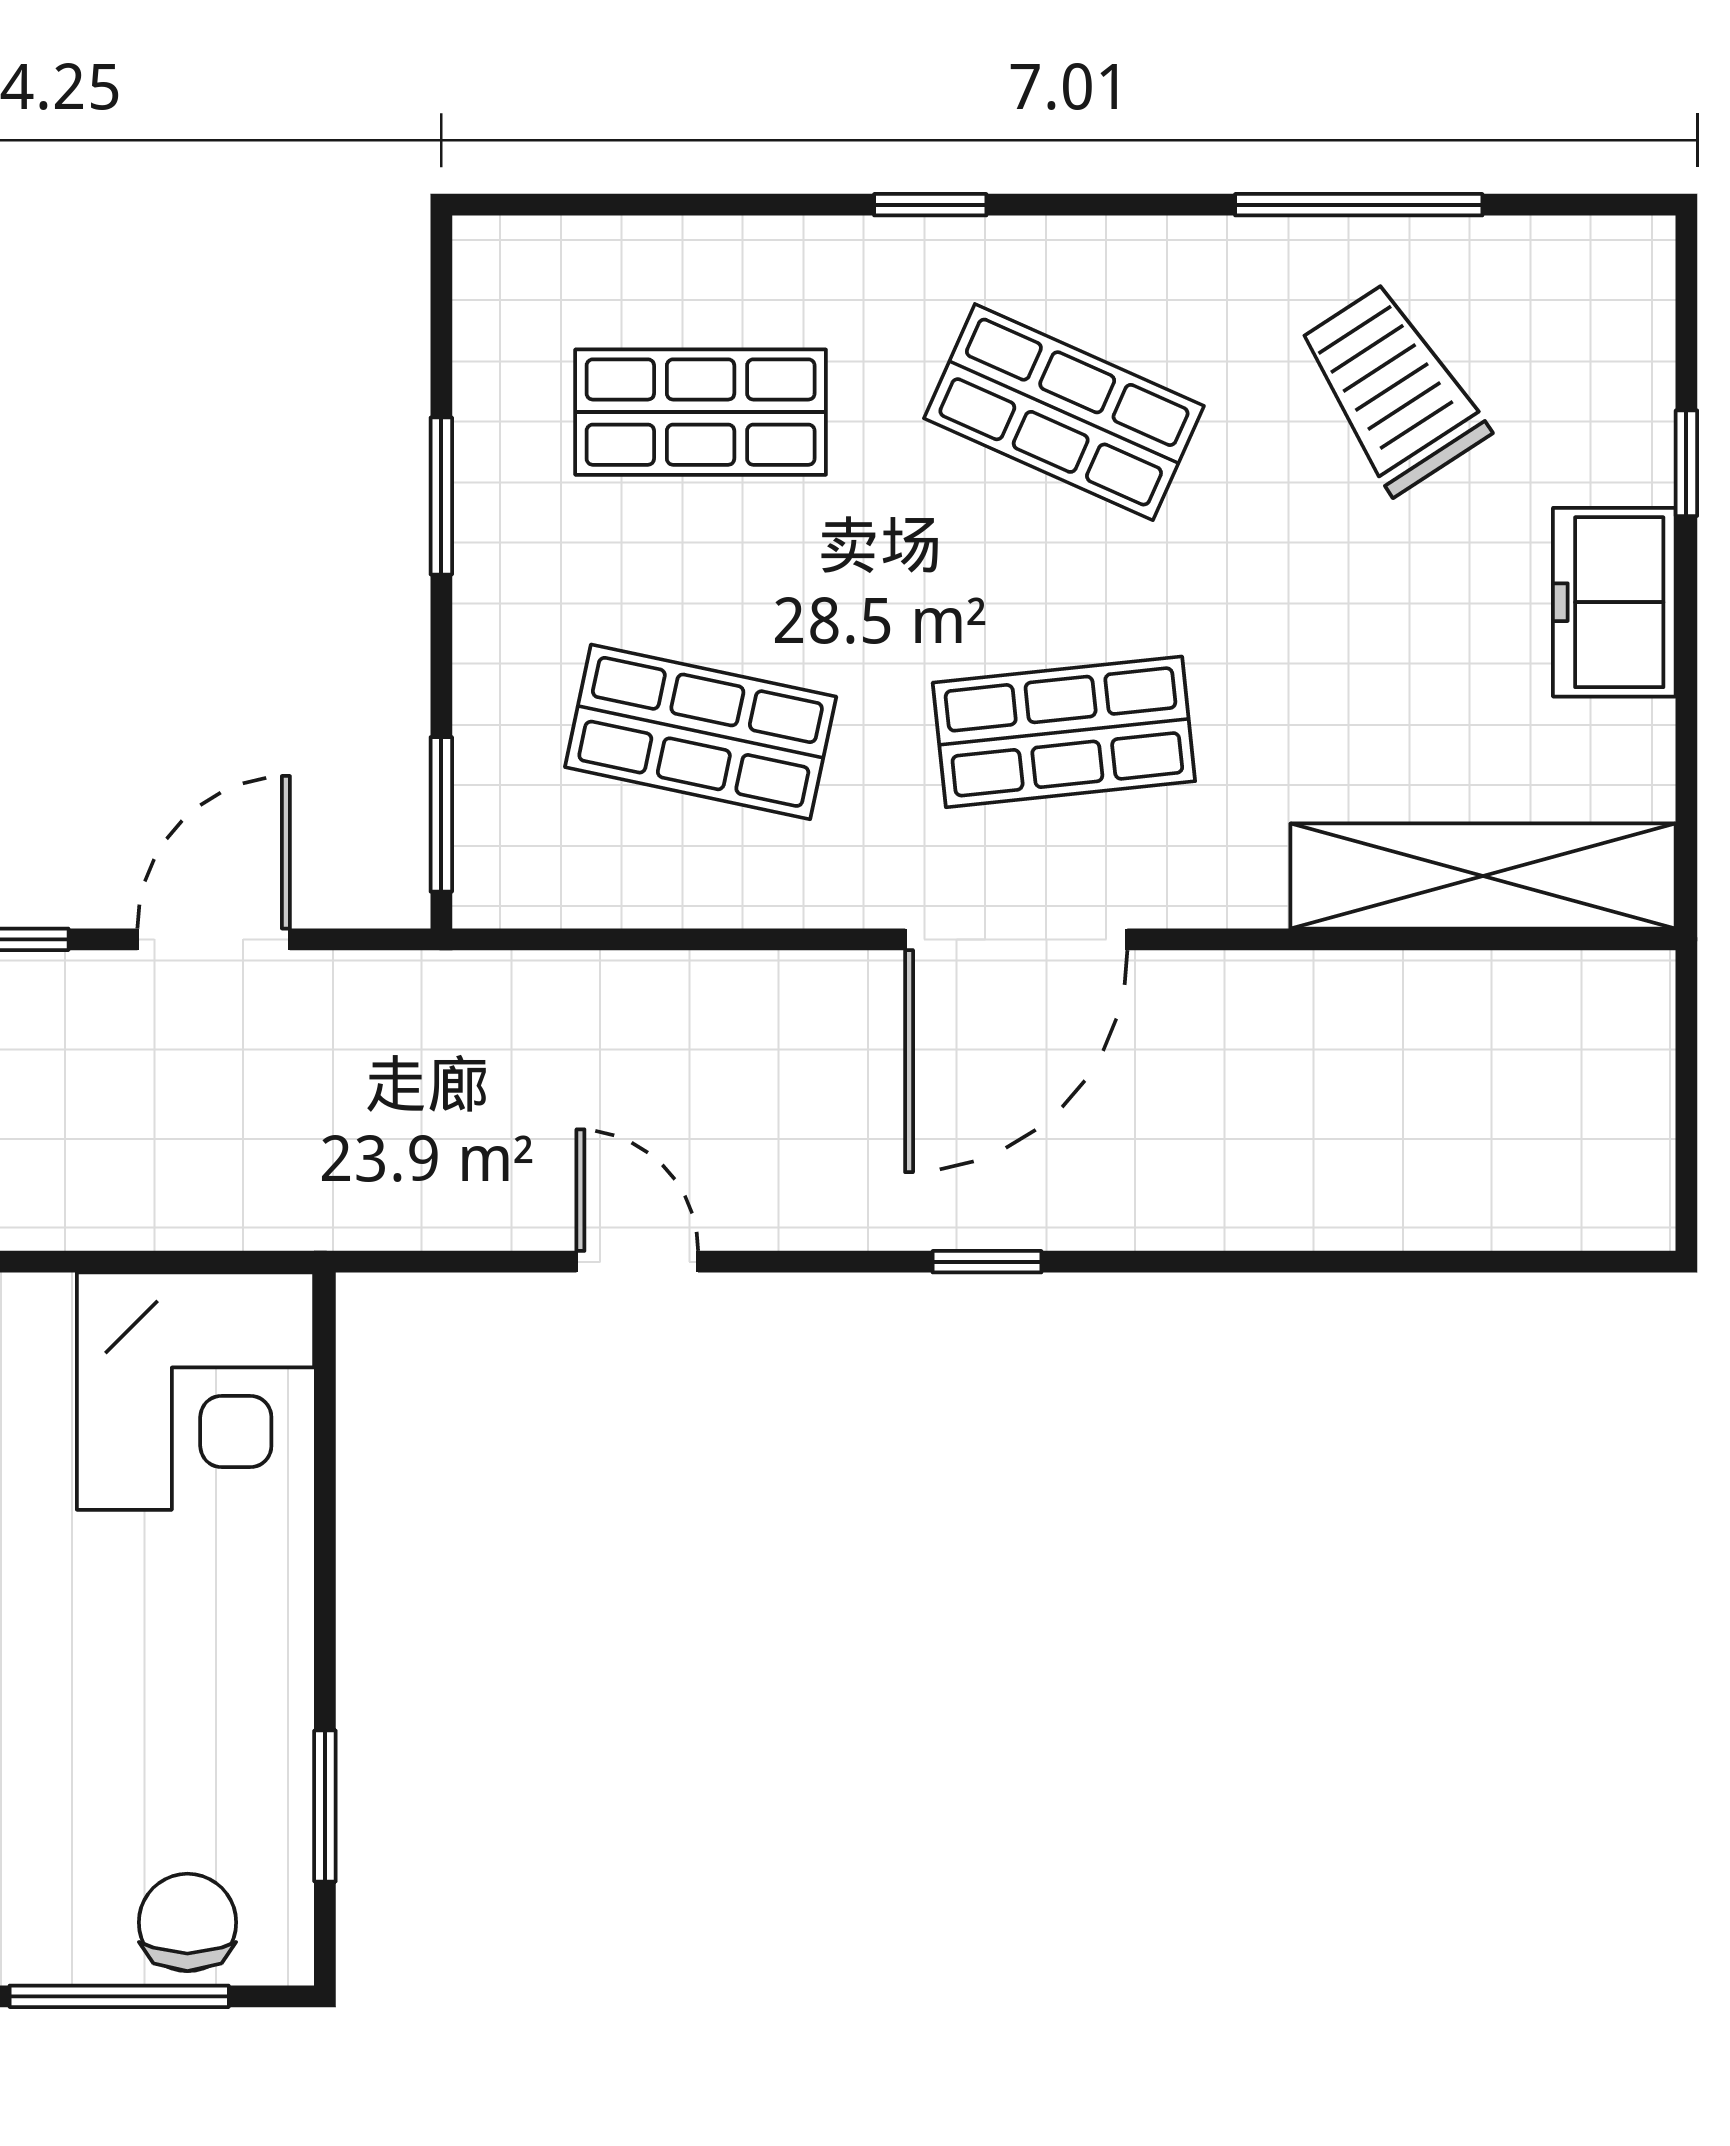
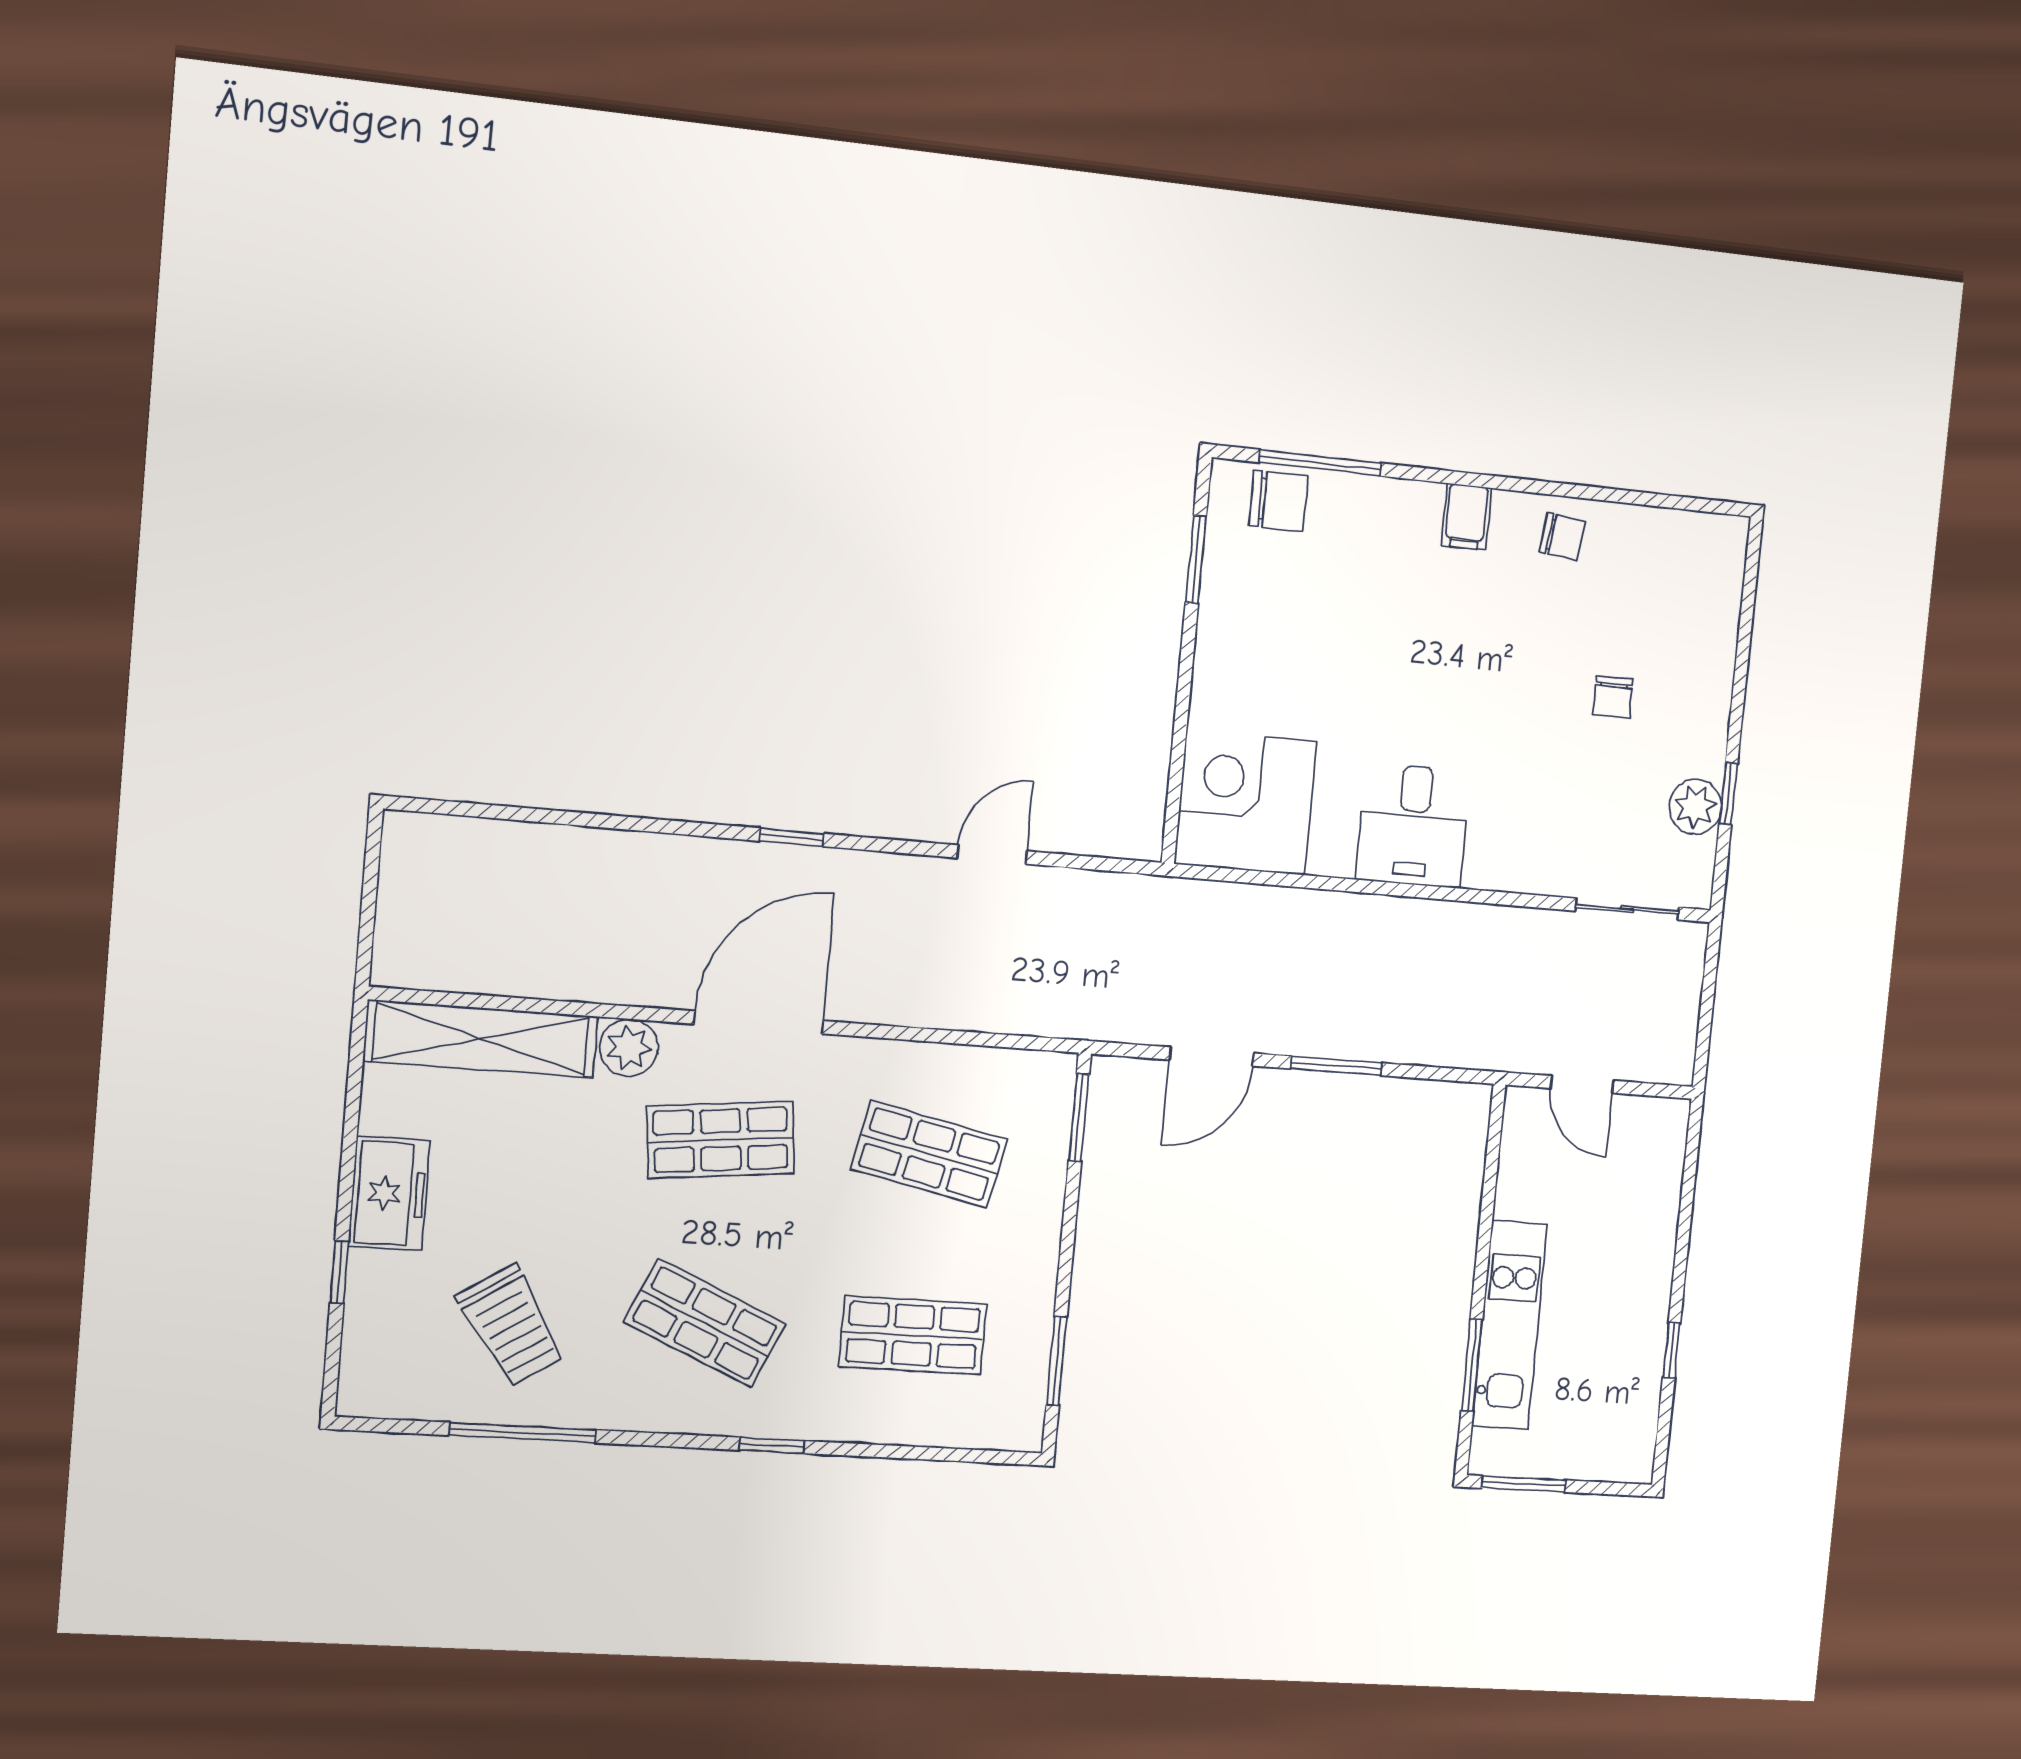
window: (441, 496) -> (1057, 1361), moved
plant: (1234, 879) -> (629, 1048), added
door: (637, 1262) -> (992, 855), swing flipped
chair: (187, 1922) -> (1278, 501), turned -90

